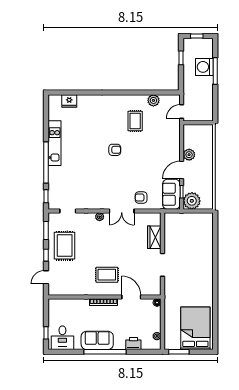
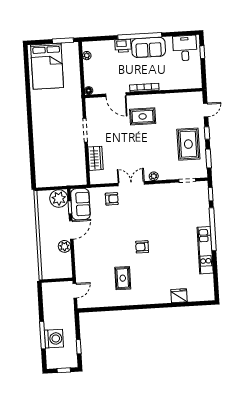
plant: (153, 100) -> (105, 301), removed
fridge: (69, 101) -> (179, 296), moved
printer: (133, 343) -> (123, 46), moved

